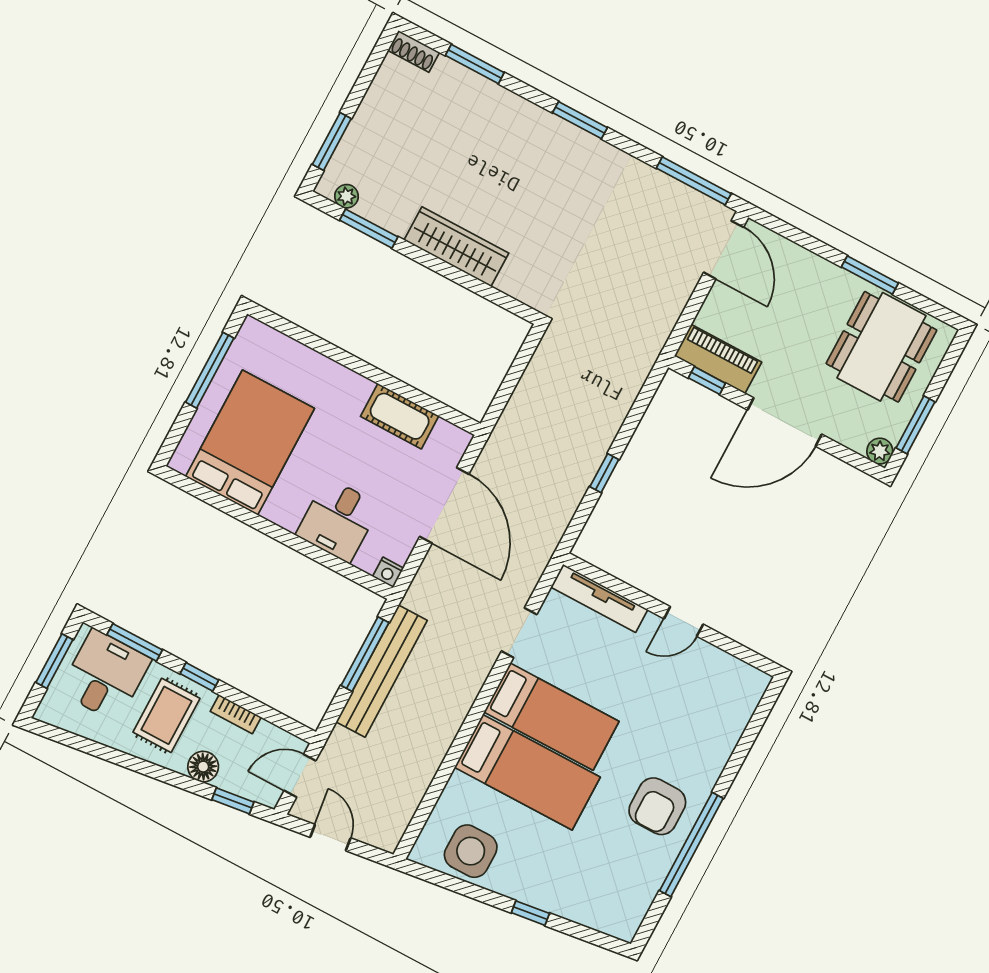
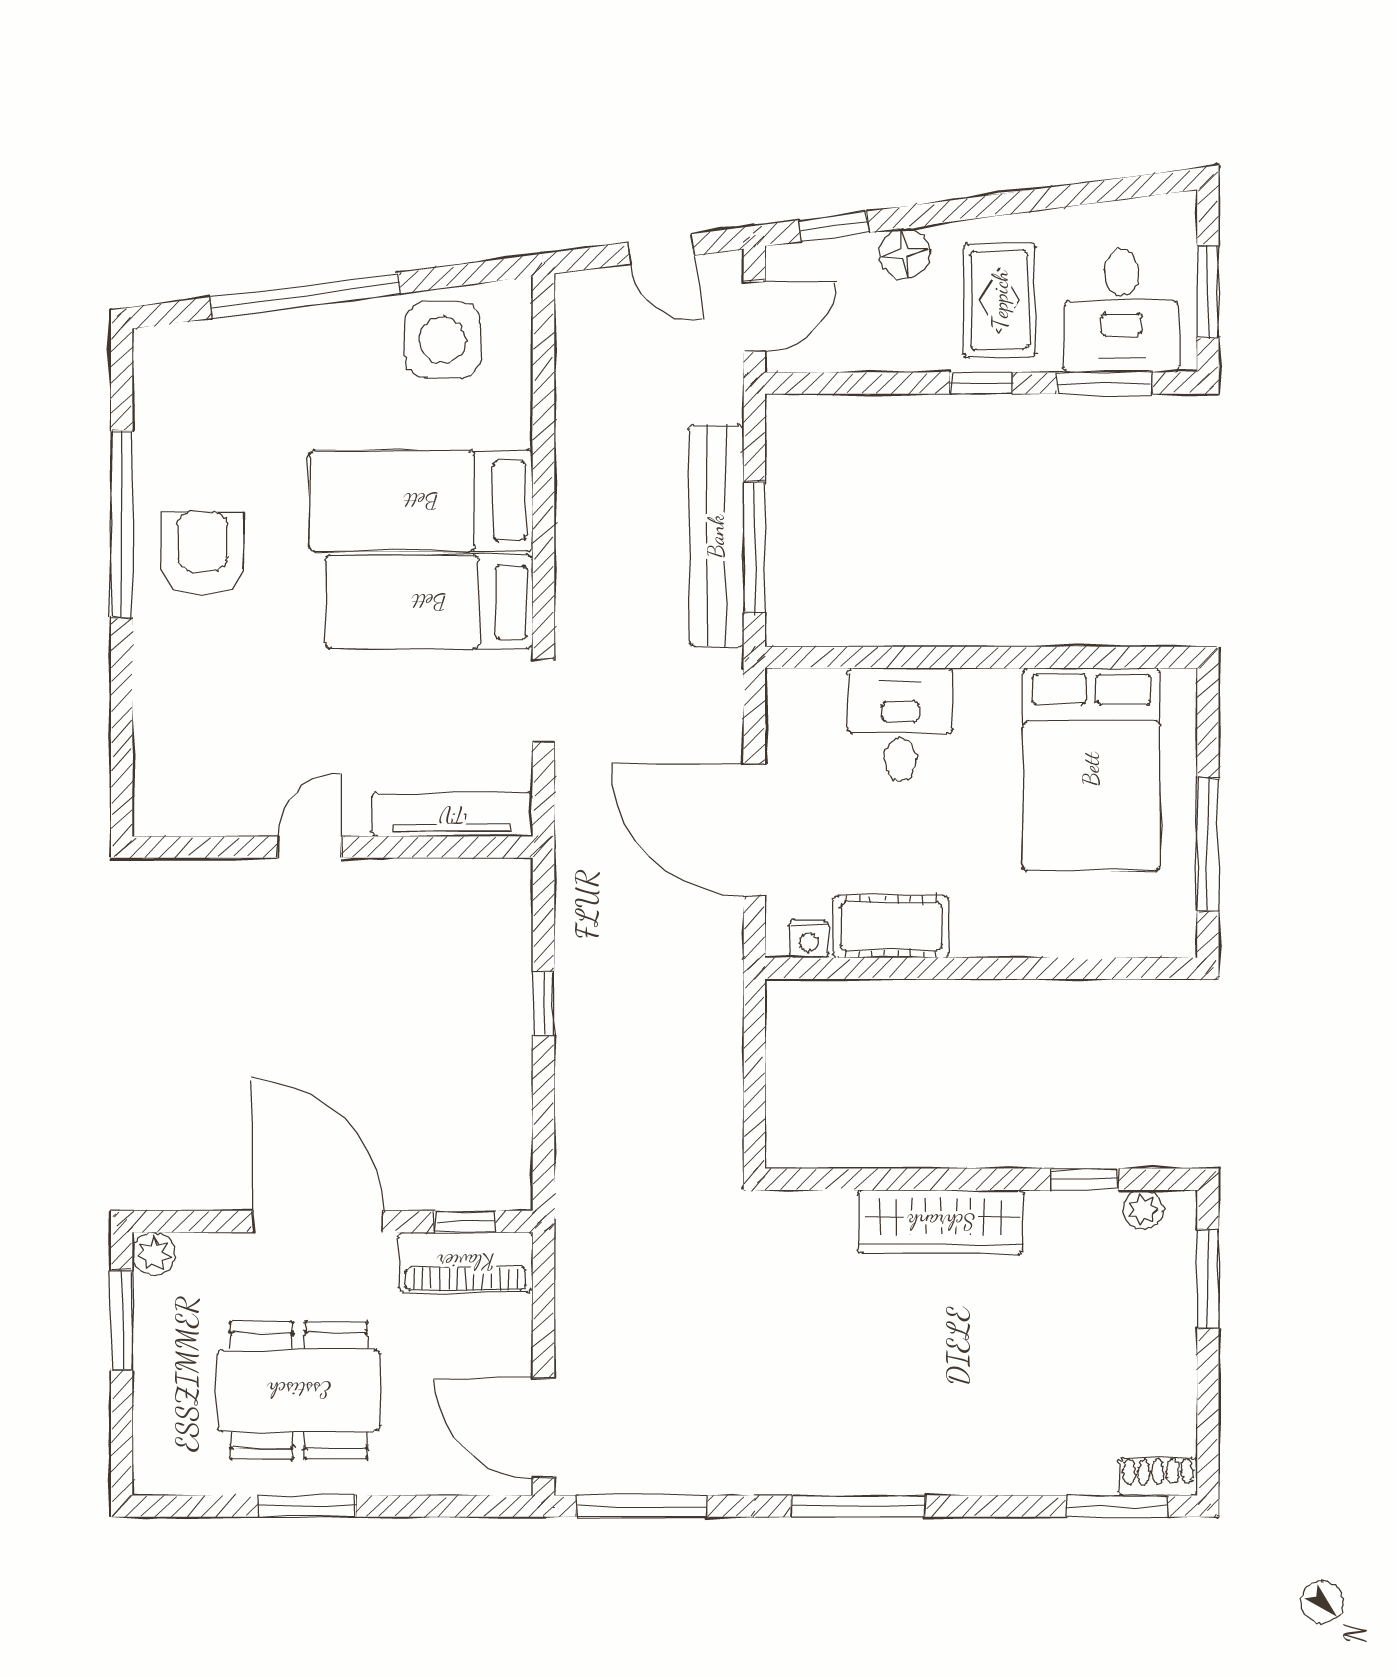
window: (475, 64) -> (1117, 1506), moved
window: (580, 120) -> (858, 1506), width x1.44
window: (369, 229) -> (1085, 1179), width x0.67
dining table: (881, 347) -> (299, 1390), moved, turned 90
door: (785, 422) -> (317, 1221), hinge flipped
nightstand: (388, 572) -> (809, 939), moved, turned 180
bookcase: (236, 714) -> (898, 357), removed
window: (530, 913) -> (306, 295), width x3.17

